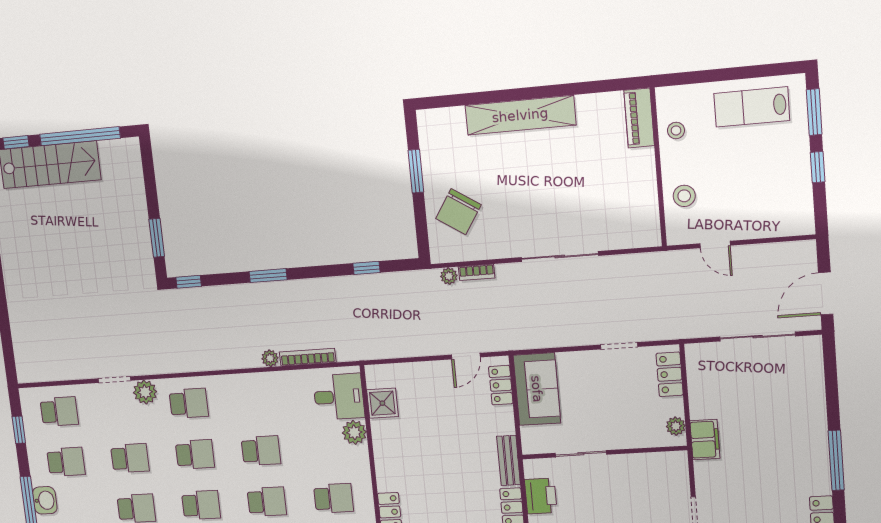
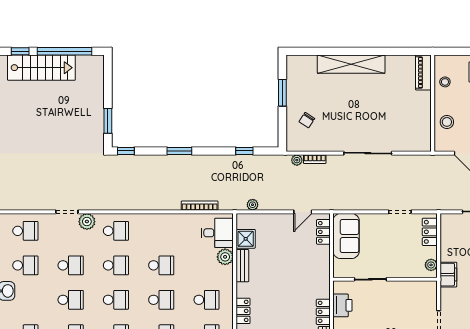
chair: (458, 212) -> (307, 120), width x0.54, depth x0.54
plant: (270, 358) -> (253, 205), moved
bench: (509, 460) -> (242, 266), moved

